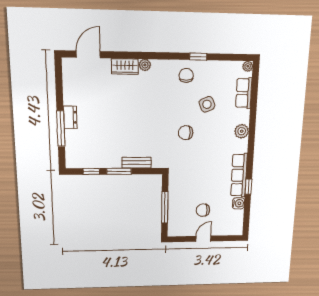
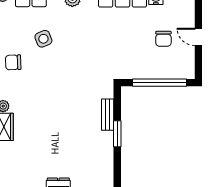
chair: (186, 133) -> (74, 61), removed
window: (91, 171) -> (117, 164), removed
window: (165, 207) -> (160, 83), width x1.46

